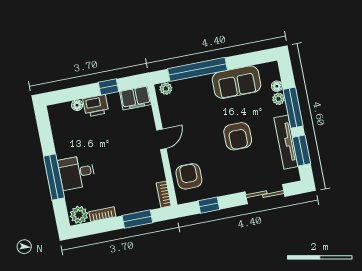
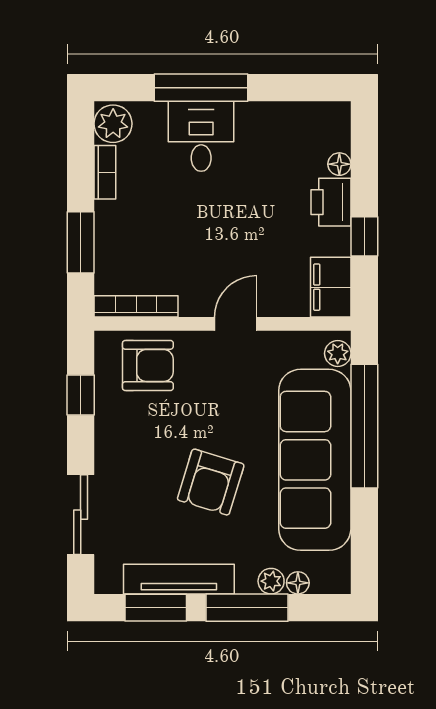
sofa: (236, 82) -> (315, 460), width x1.85, depth x1.27
armchair: (238, 136) -> (211, 482), turned -73
door: (161, 139) -> (235, 324), swing flipped
bookcase: (164, 194) -> (136, 306), width x1.56

